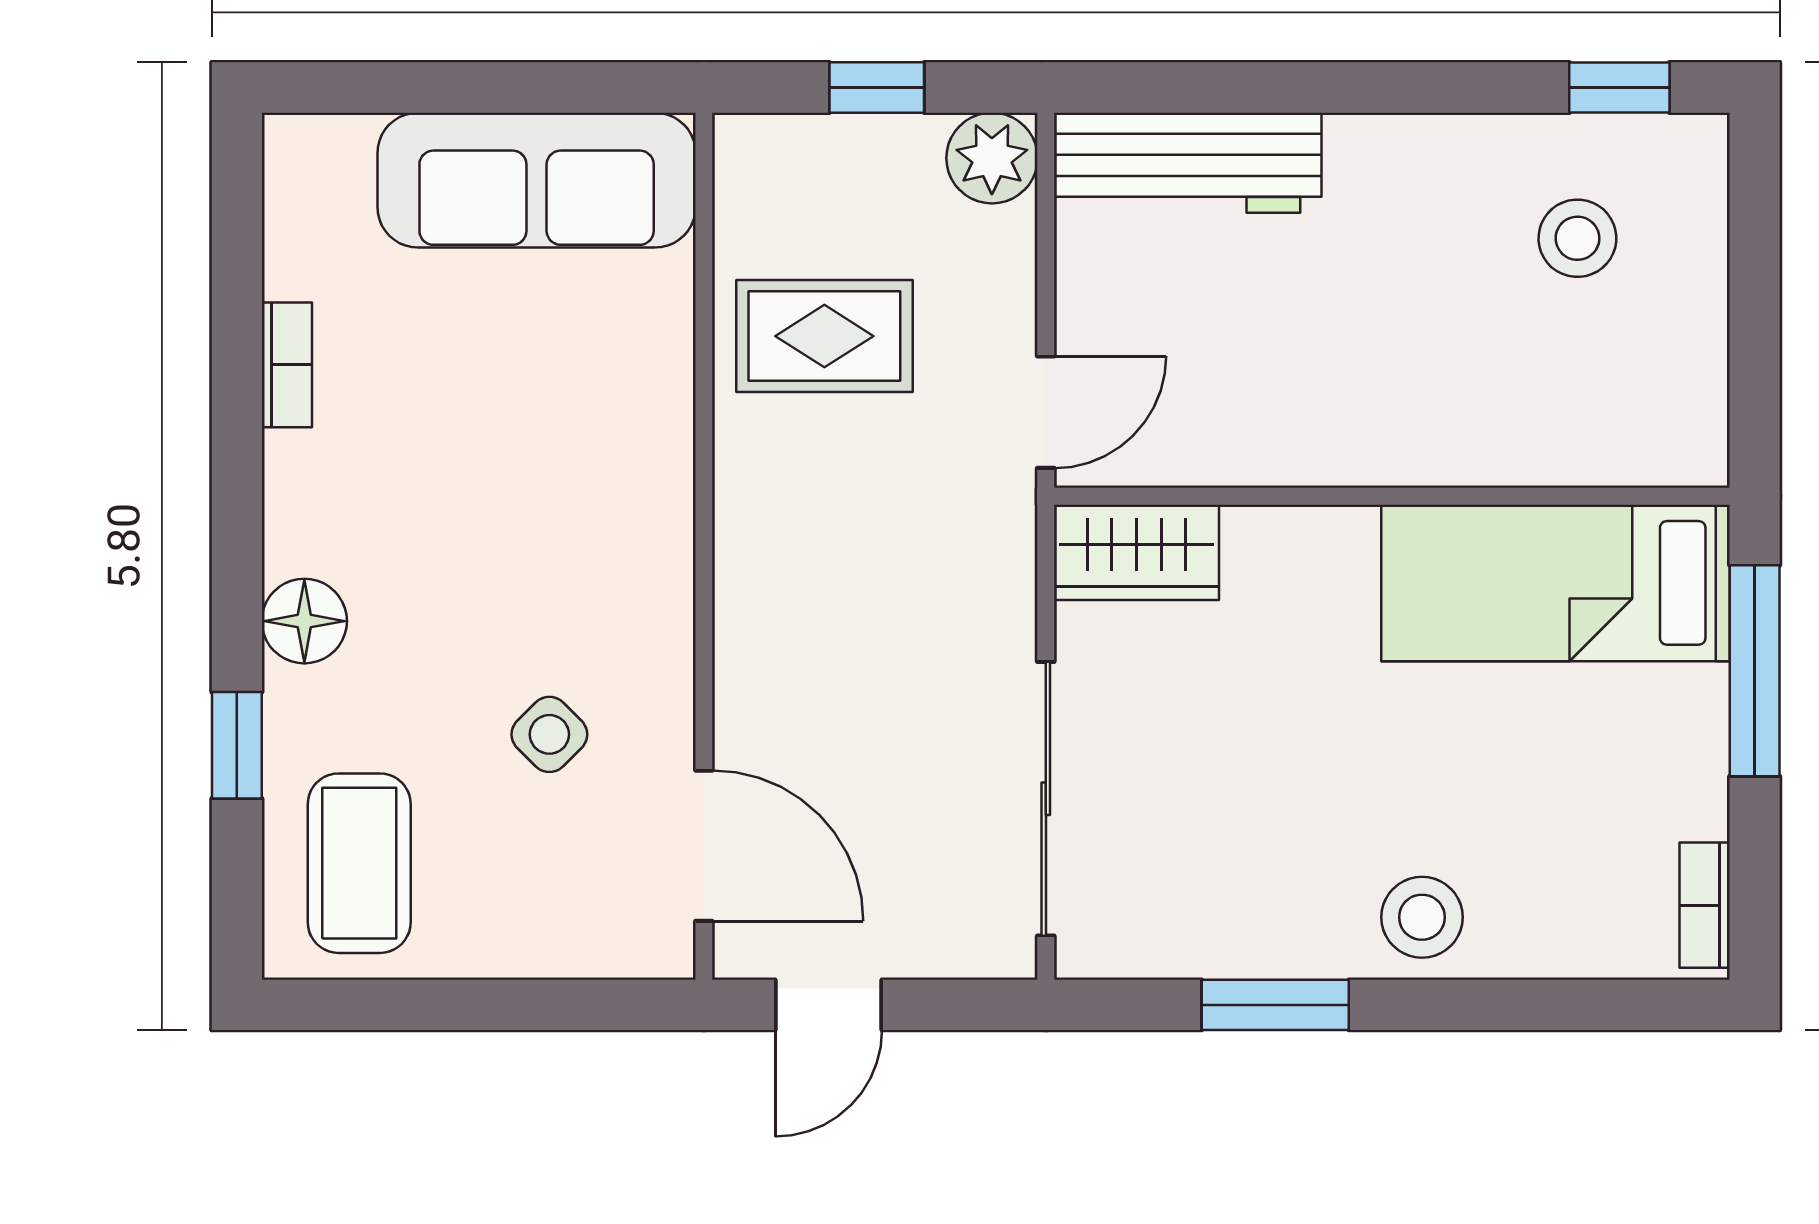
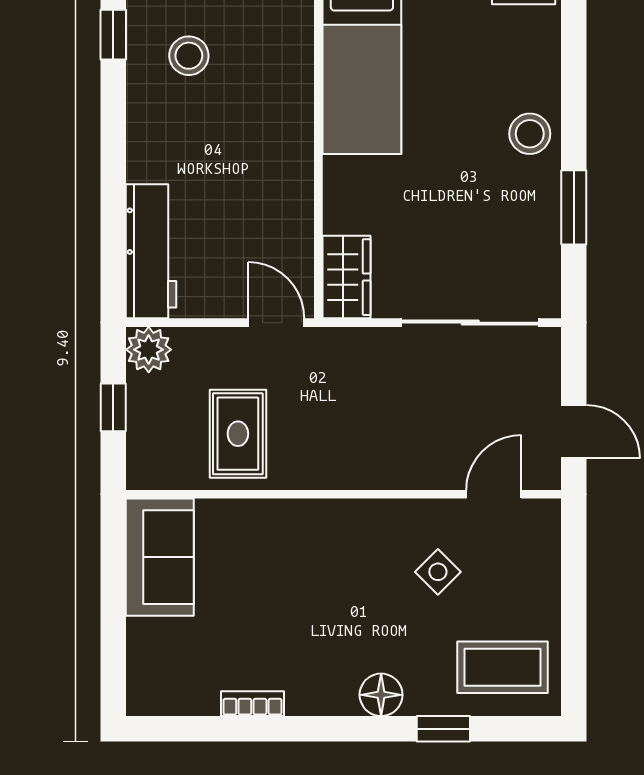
sofa: (537, 180) -> (160, 557), width x0.73
door: (704, 846) -> (494, 494), width x0.73

